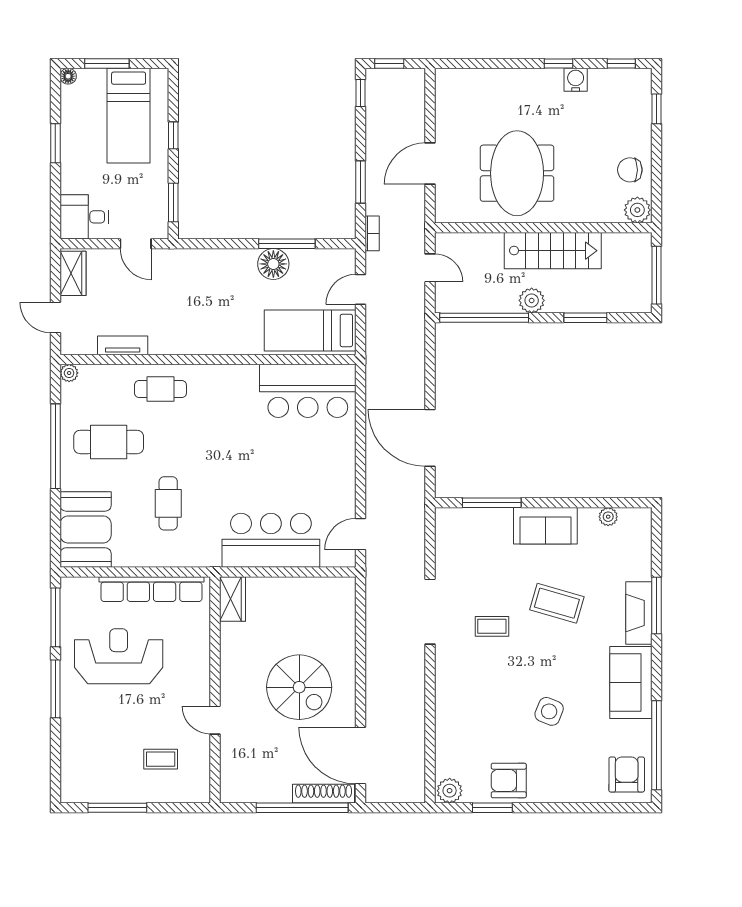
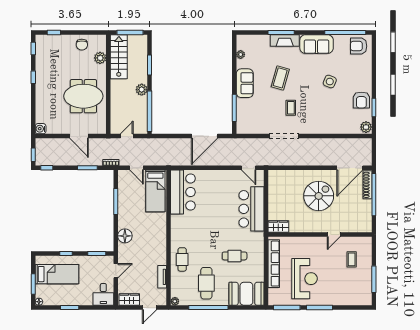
water cooler: (576, 80) -> (41, 129), moved
plant: (637, 210) -> (100, 58), moved
stairs: (553, 251) -> (119, 57), moved
floor lamp: (273, 264) -> (125, 236), moved
reception desk: (119, 656) -> (304, 279), turned 180

